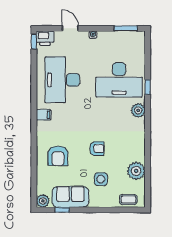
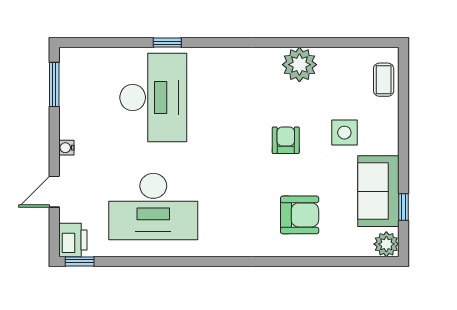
plant: (138, 110) -> (212, 61), removed
filing cabinet: (43, 115) -> (221, 243), removed
plant: (136, 171) -> (299, 65), moved

